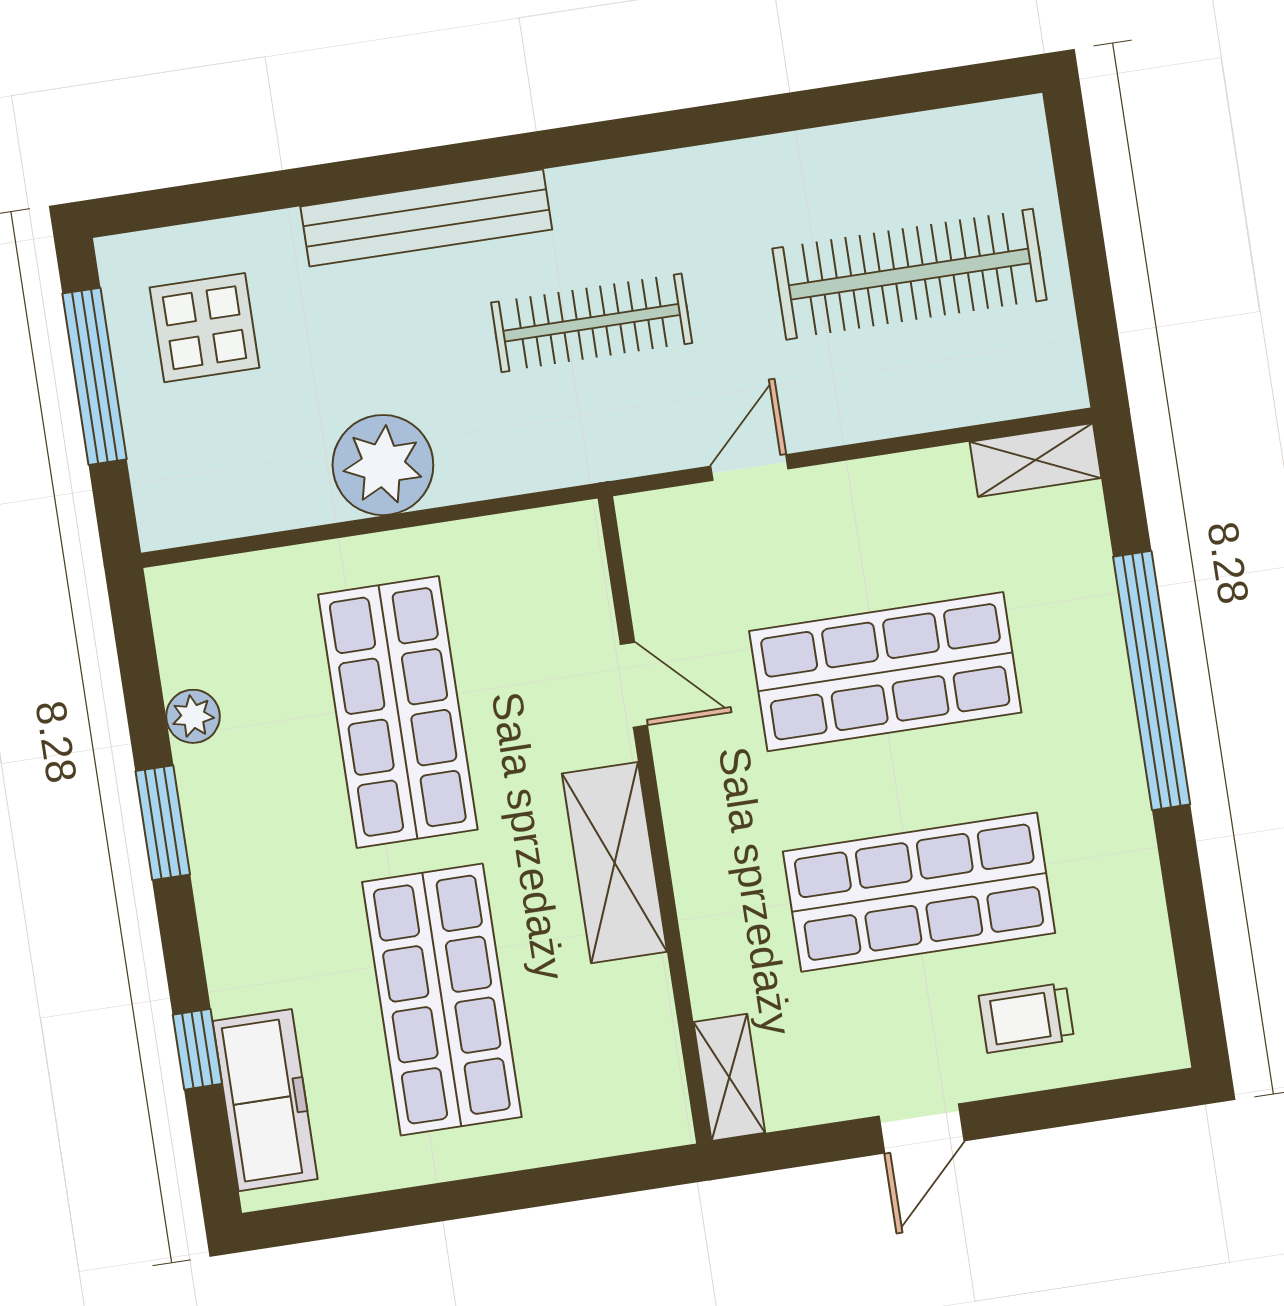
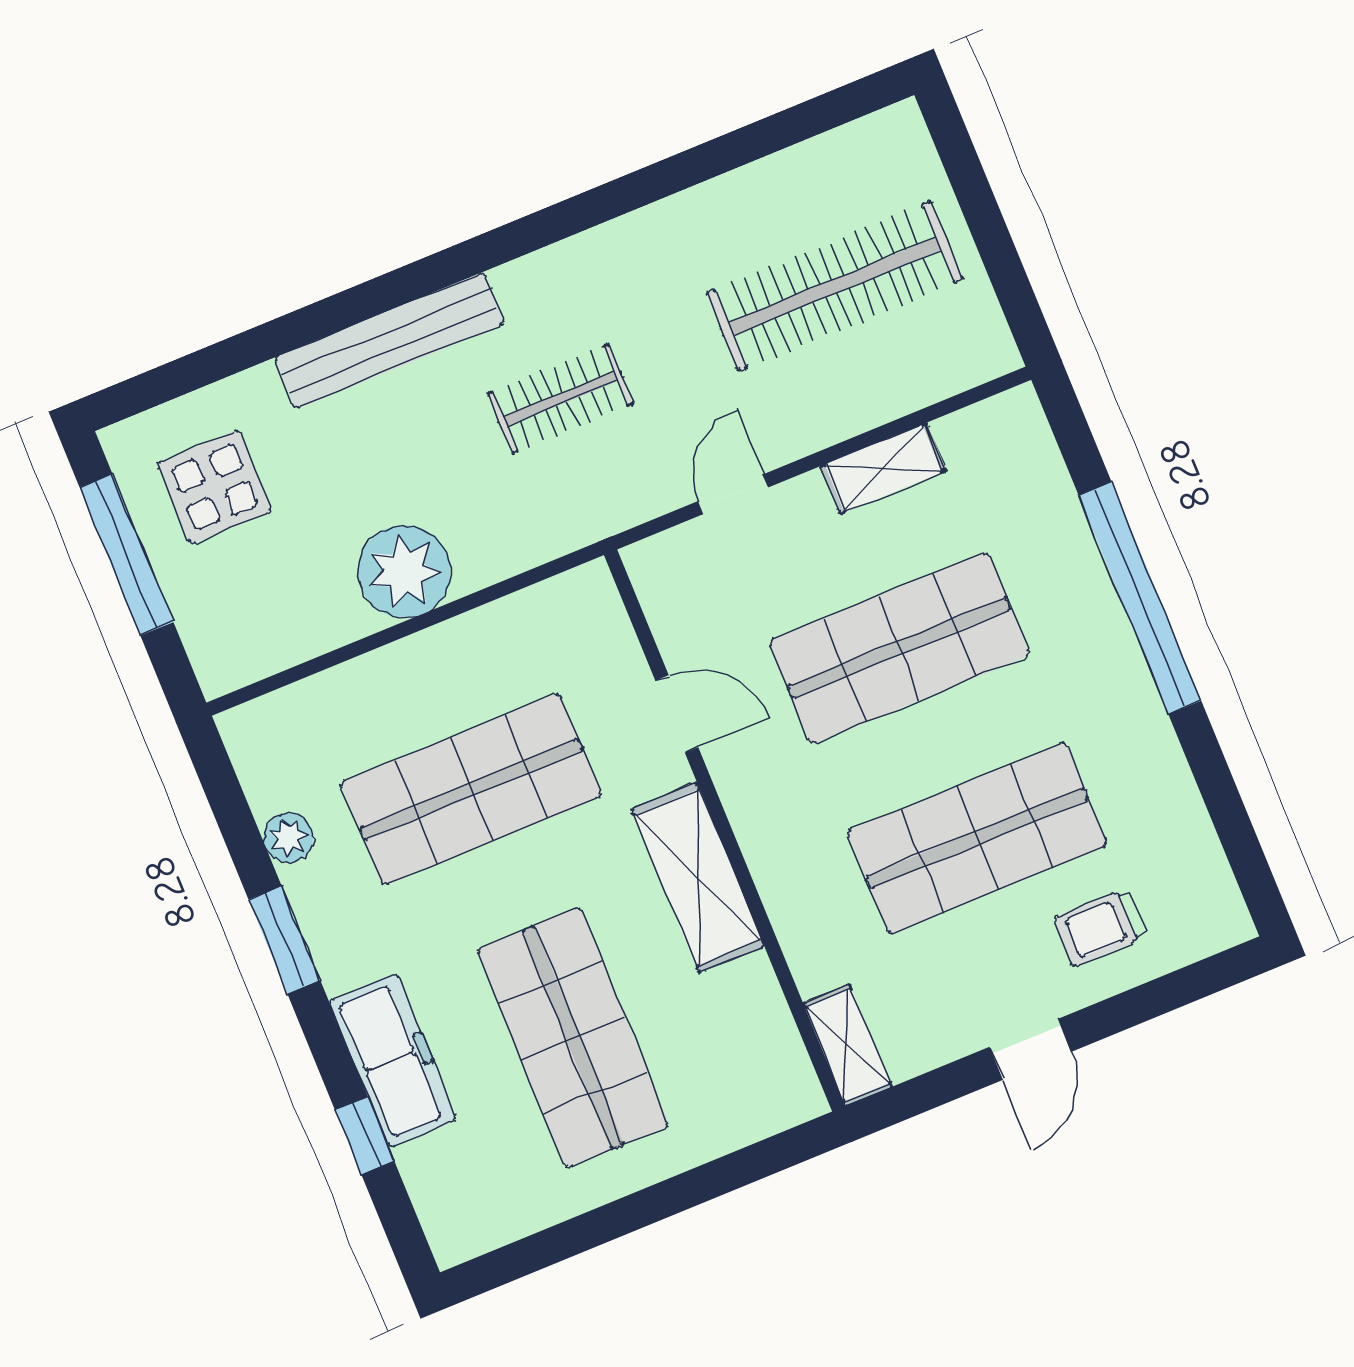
clothes rail: (592, 323) -> (560, 399), width x0.73
shelving: (1035, 460) -> (883, 468), moved
shop shelf: (398, 712) -> (471, 790), turned 90
freezer: (265, 1100) -> (393, 1060), moved

